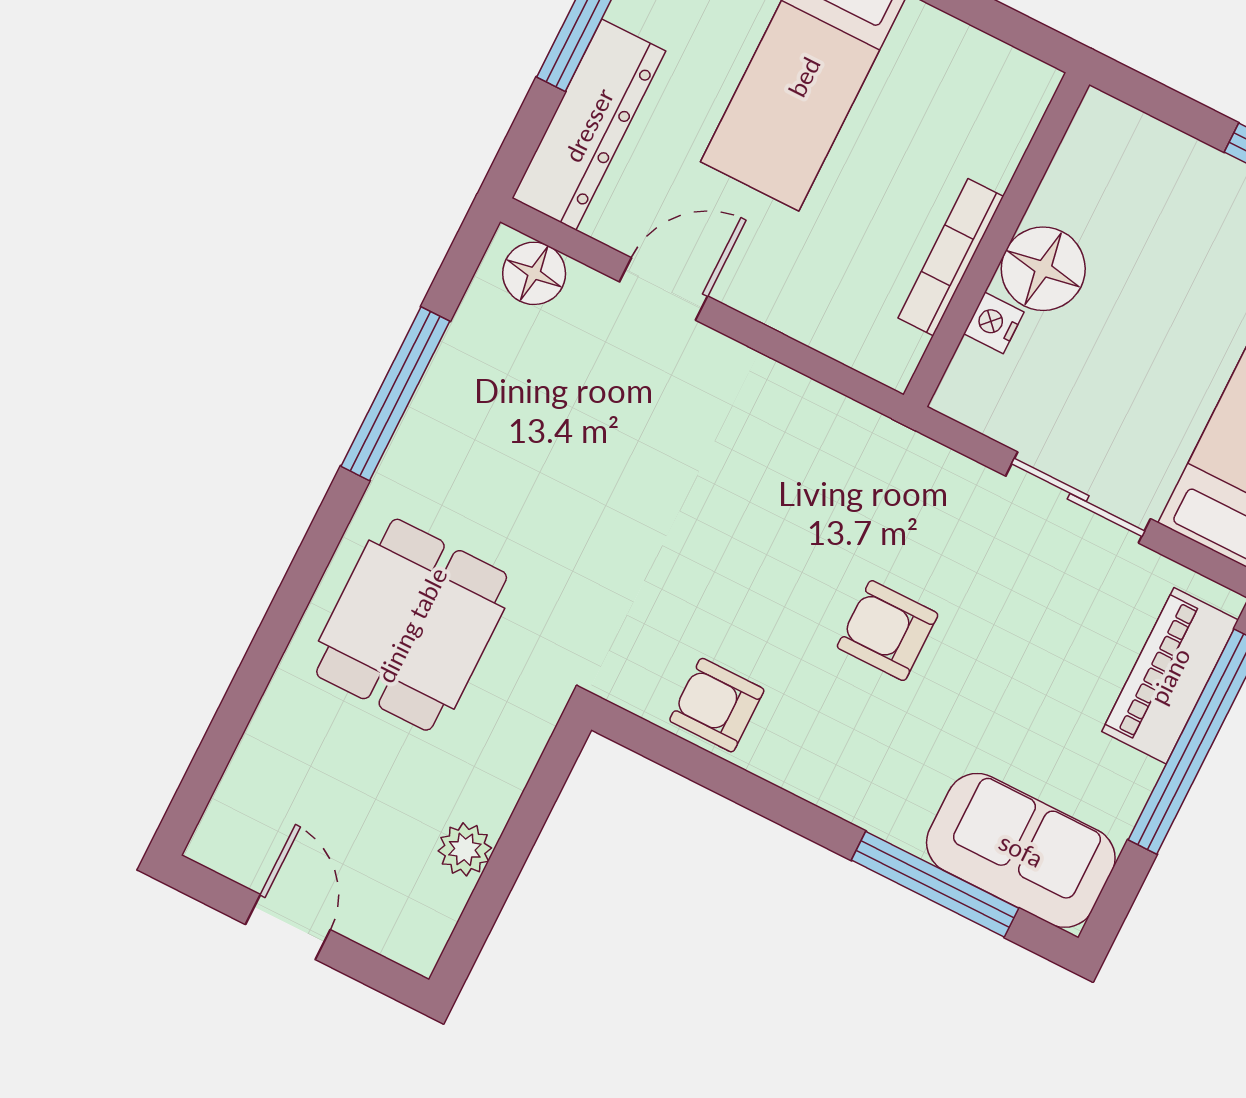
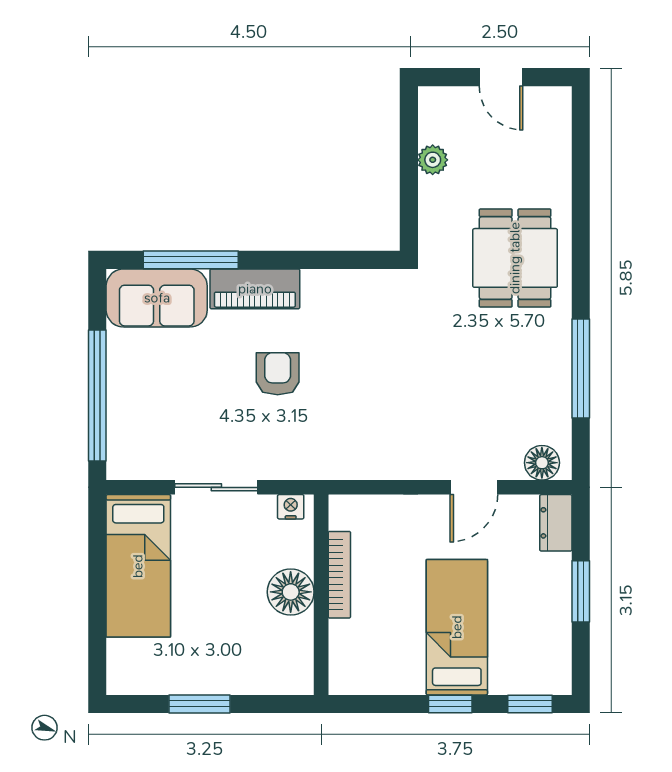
dresser: (589, 125) -> (556, 523), width x0.51, depth x0.80
nightstand: (994, 323) -> (291, 507), moved, turned -90
armchair: (888, 631) -> (278, 374), turned -90
piano: (1170, 676) -> (255, 289), moved, turned 90
armchair: (717, 705) -> (344, 294), removed

